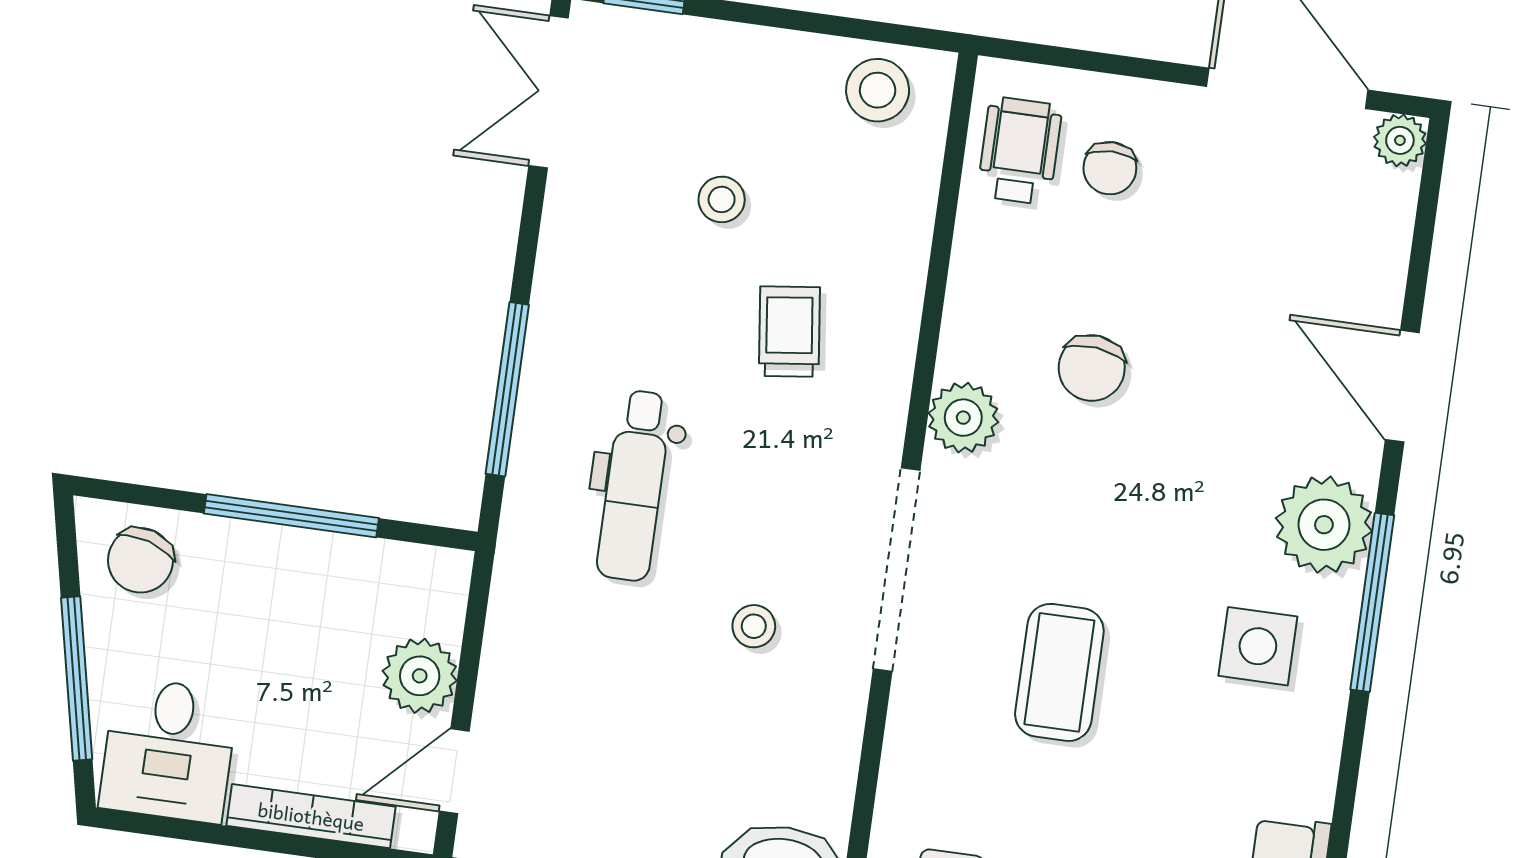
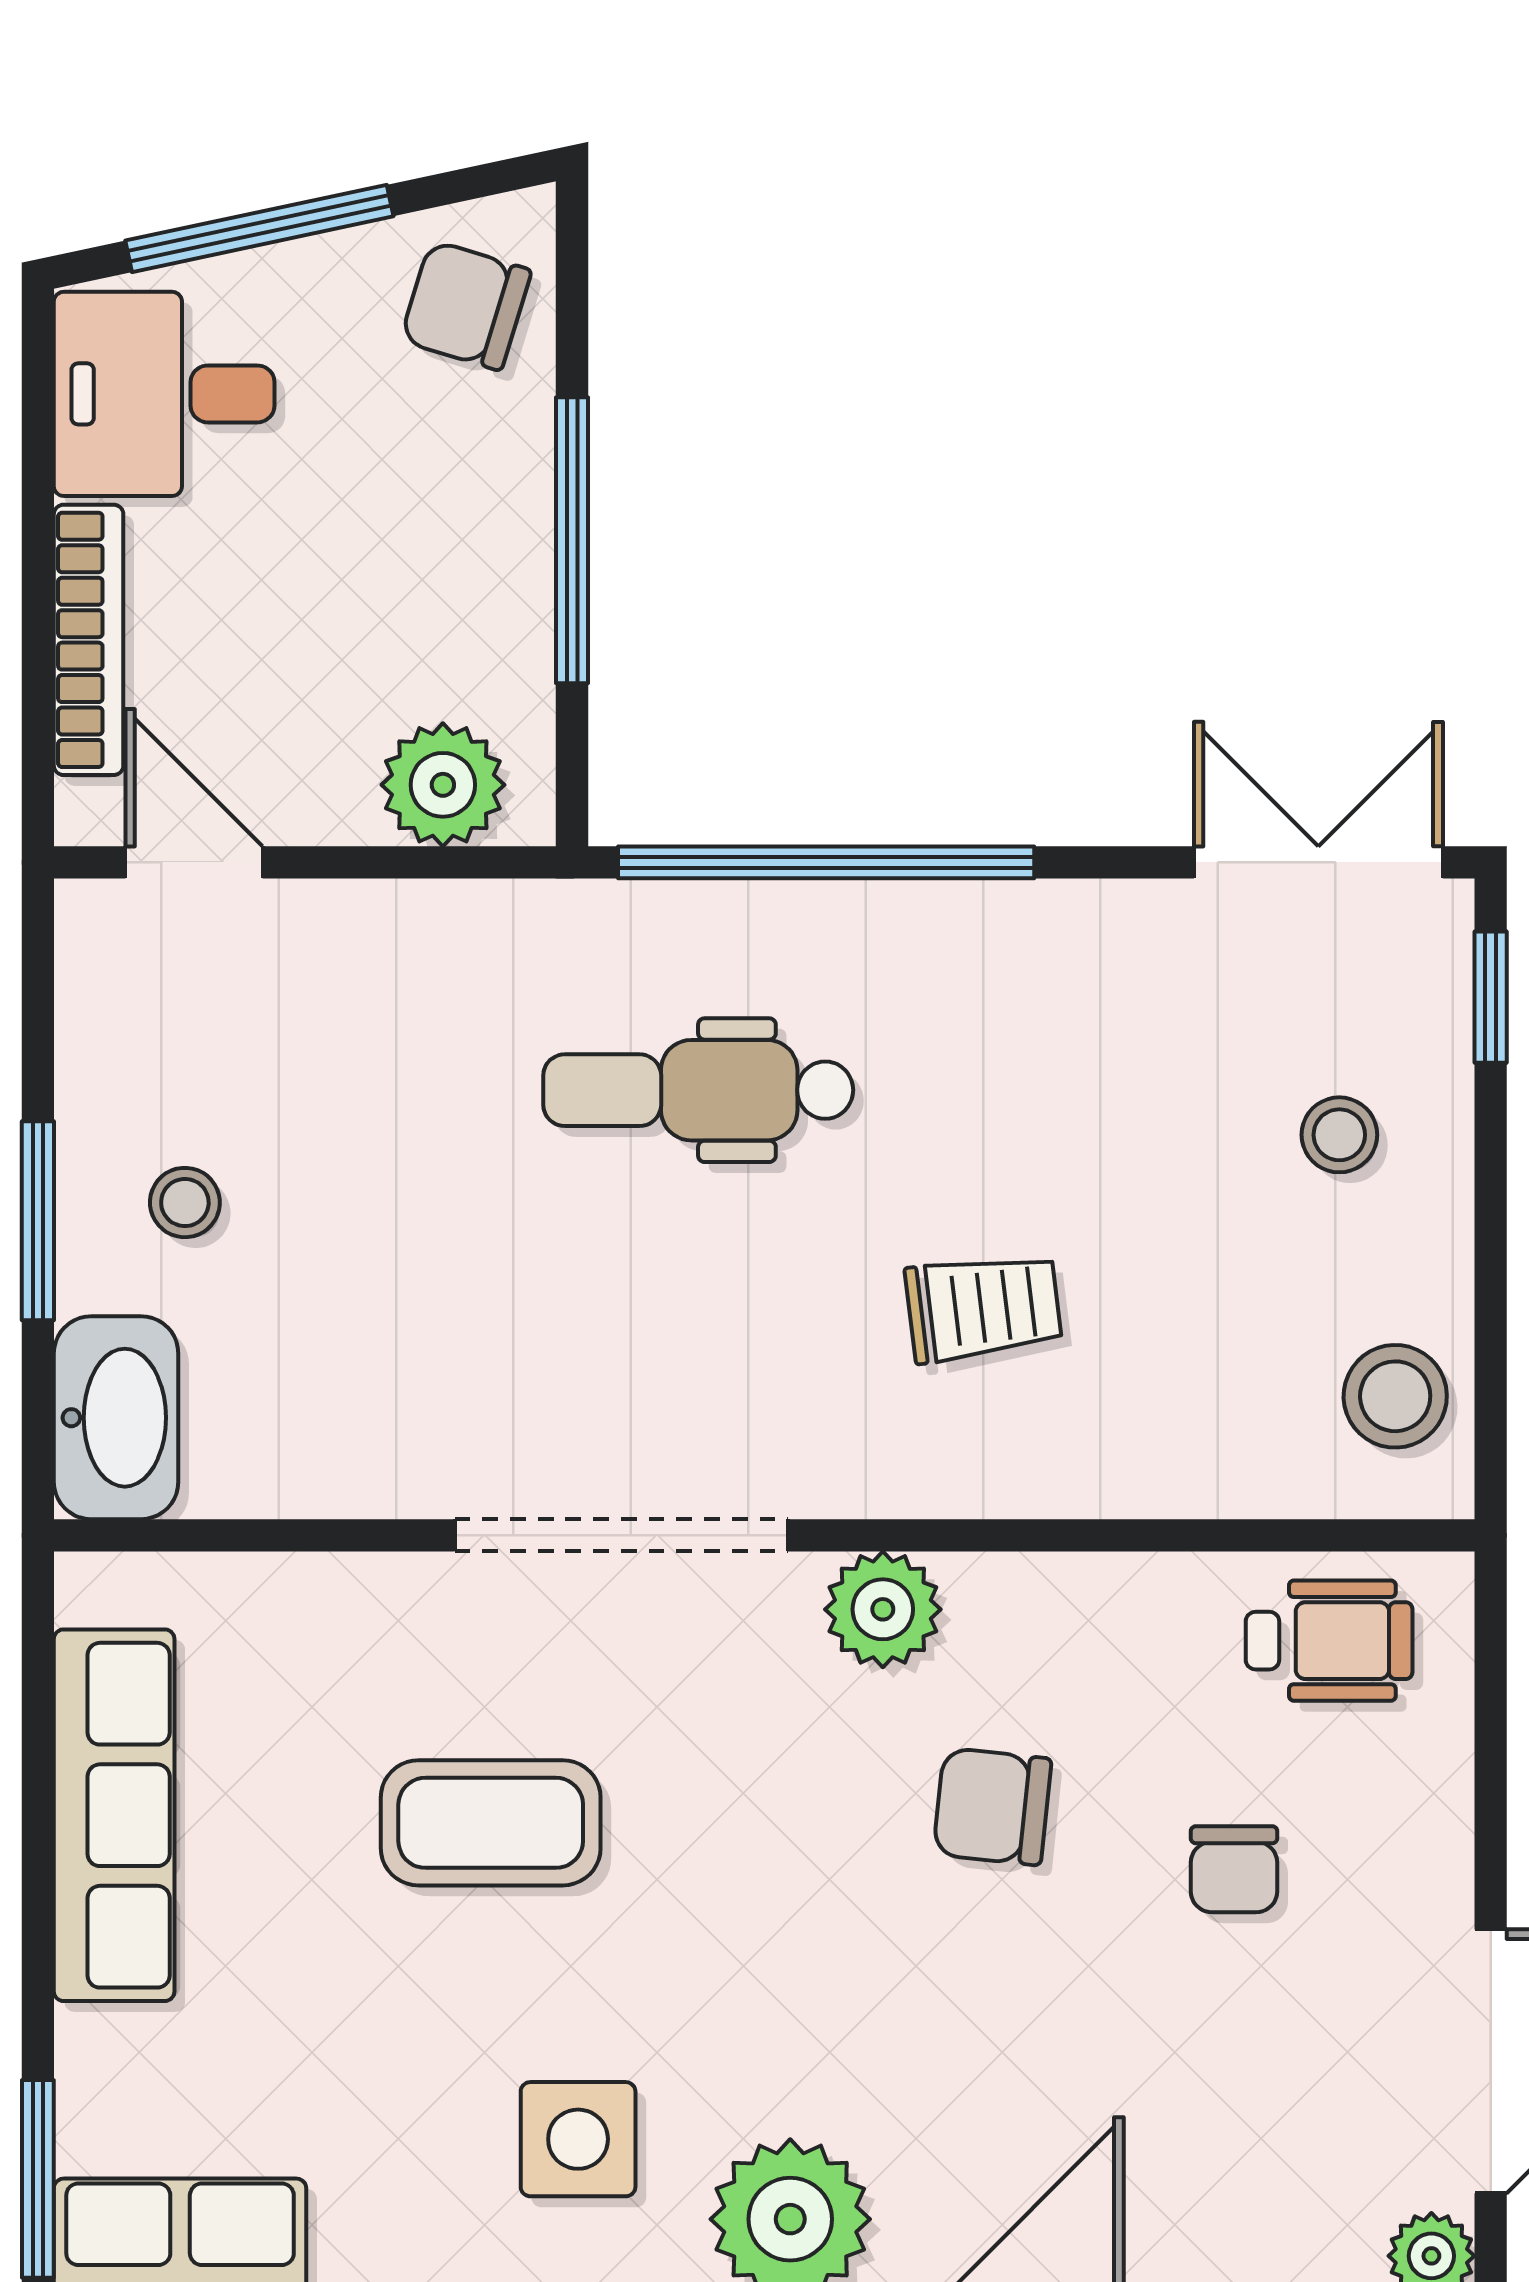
chair: (1110, 168) -> (1234, 1869), moved, turned -90
stool: (722, 199) -> (1339, 1135), moved
window: (507, 389) -> (826, 862), width x1.46
stool: (754, 626) -> (185, 1203), moved
plant: (420, 676) -> (443, 785), moved

